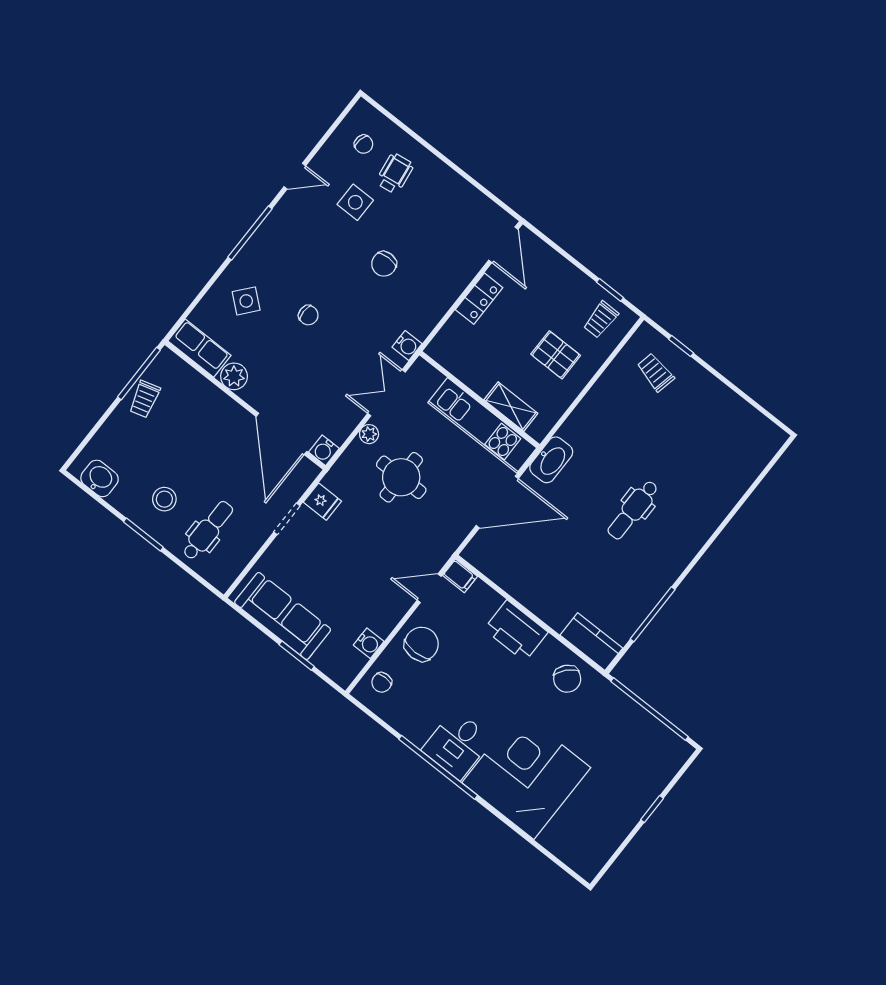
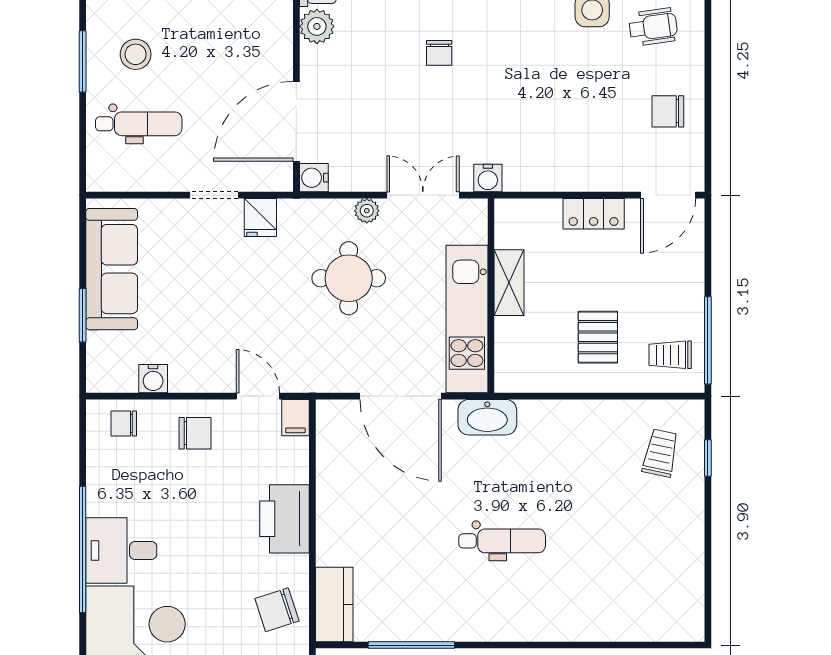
chair: (384, 264) -> (668, 111), moved
window: (610, 290) -> (708, 340), width x2.17
shelving: (511, 407) -> (509, 283), moved
dental chair: (633, 510) -> (502, 541), turned 180
chair: (422, 644) -> (195, 433), width x0.73, depth x0.73
chair: (567, 679) -> (277, 610), turned 30

